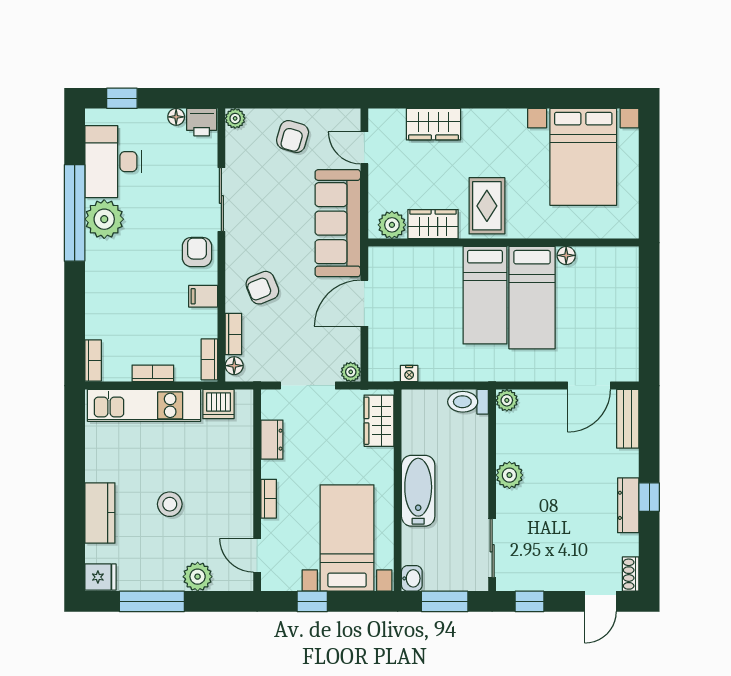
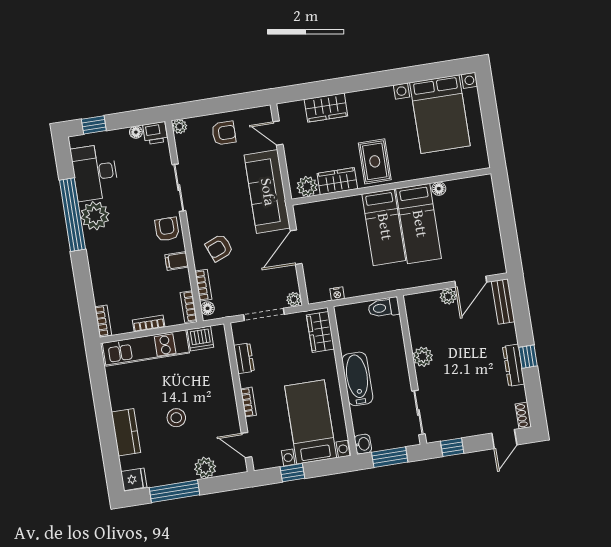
armchair: (293, 136) -> (224, 133), turned -106
plant: (507, 400) -> (448, 296), moved

